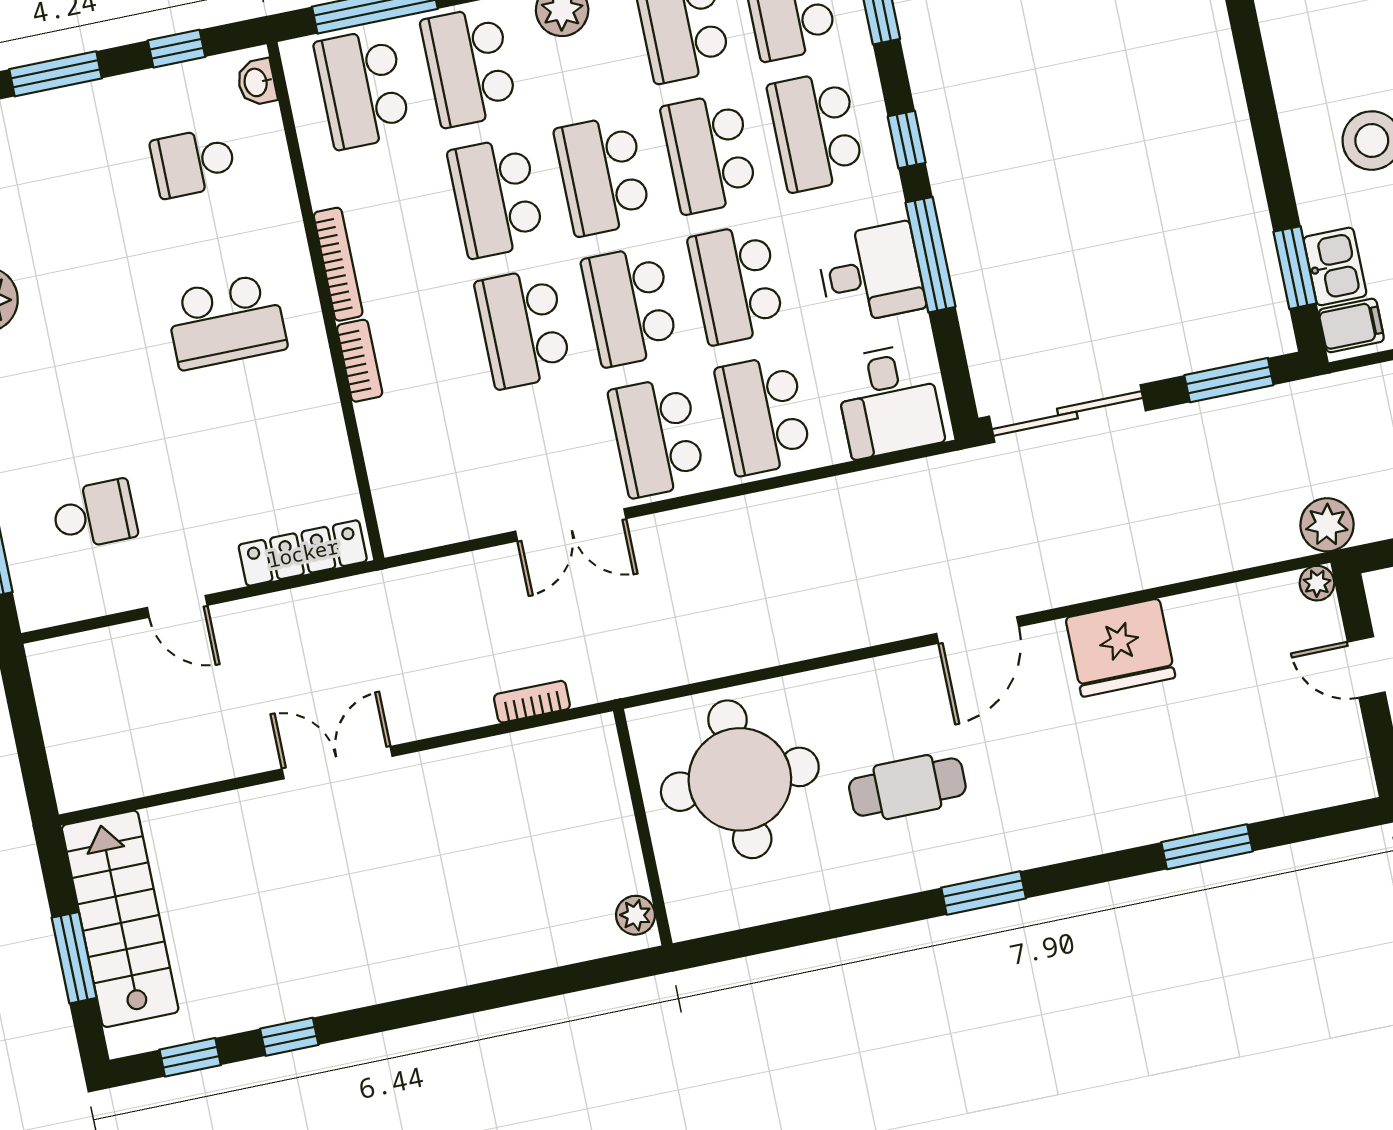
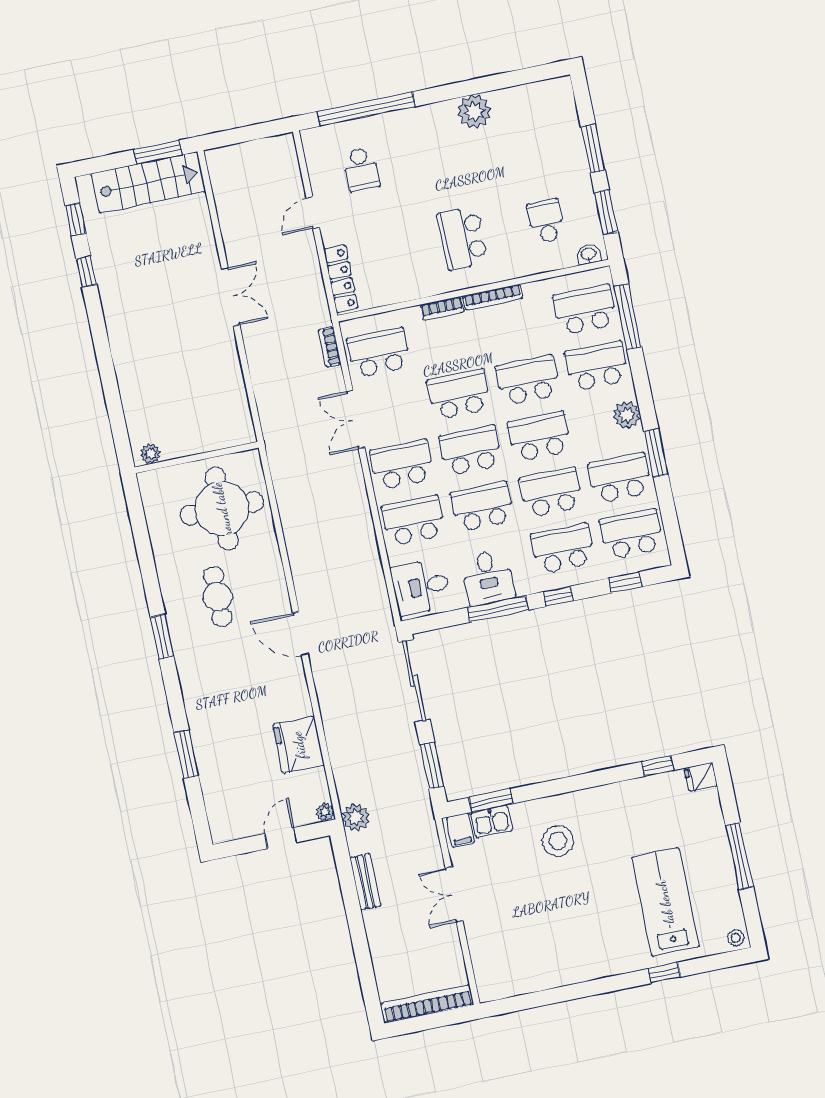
window: (177, 49) -> (606, 212), width x1.50
school desk: (444, 481) -> (379, 353), added
fridge: (1120, 648) -> (299, 745), moved
bookcase: (532, 702) -> (330, 347), moved, turned 180
window: (74, 958) -> (158, 152), moved

